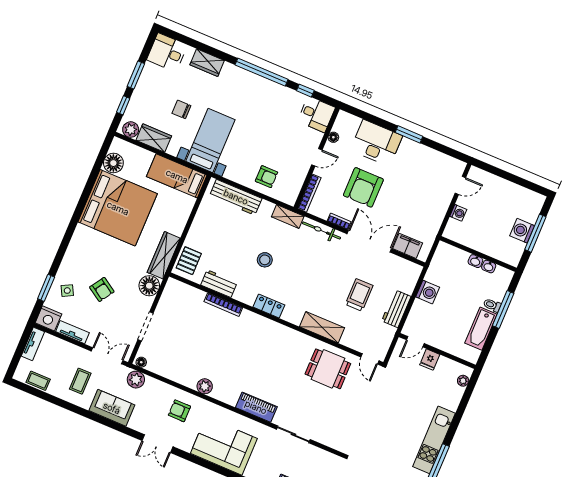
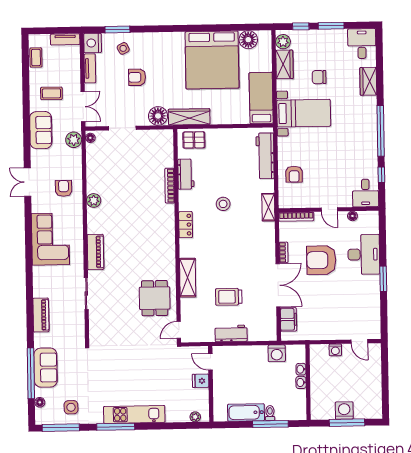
chair: (181, 109) -> (319, 77), turned -90
bicycle: (321, 230) -> (269, 241), removed
washbasin: (489, 266) -> (301, 369), moved
armchair: (102, 289) -> (137, 77), turned 57
washing machine: (428, 292) -> (277, 353), moved
trolley: (359, 295) -> (229, 297), turned 180

